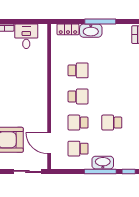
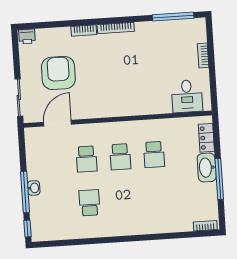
desk: (26, 36) -> (187, 96), moved, turned 90
school desk: (78, 123) -> (86, 159), turned 180
school desk: (78, 149) -> (53, 161), removed
washbasin: (103, 163) -> (34, 188), width x0.52, depth x0.69

